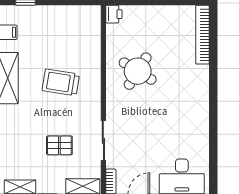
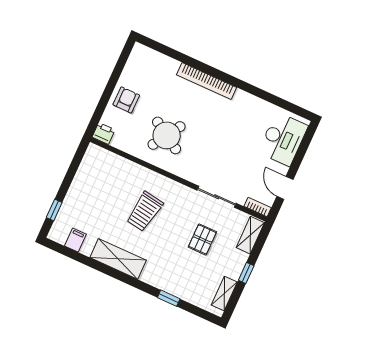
armchair: (153, 21) -> (126, 100), added
bookcase: (202, 35) -> (207, 81), moved

